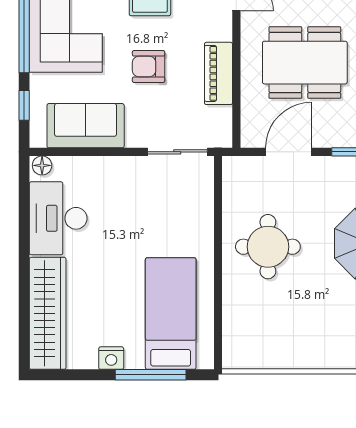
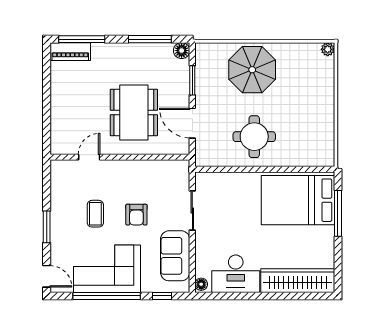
piano: (218, 73) -> (141, 169), removed
sliding door: (177, 152) -> (192, 210), moved
bed: (171, 314) -> (298, 200), width x1.50
nightstand: (111, 358) -> (327, 239), removed

